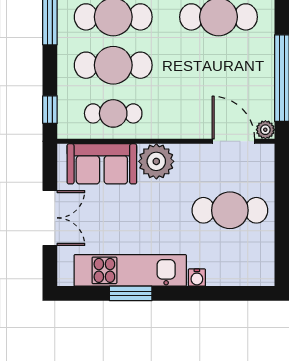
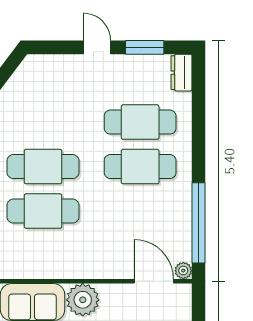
cafe table: (113, 113) -> (43, 256), removed

